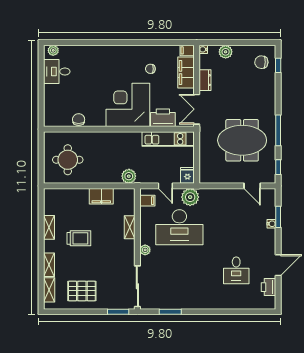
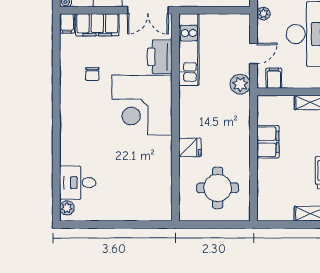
desk: (57, 72) -> (78, 183), moved, turned 90
chair: (79, 120) -> (162, 173), removed
fridge: (187, 175) -> (190, 147), moved, turned 180
plant: (129, 176) -> (240, 84), moved
plant: (190, 197) -> (263, 14), width x0.53, depth x0.53

